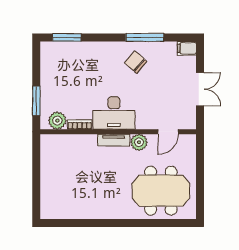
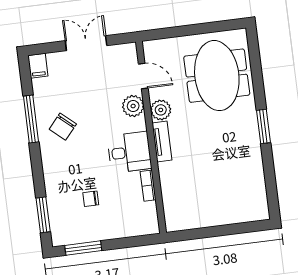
chair: (75, 77) -> (91, 199), added
window: (36, 101) -> (83, 248), moved
desk: (114, 113) -> (129, 152), width x0.73
plant: (57, 121) -> (133, 106), moved
window: (115, 223) -> (263, 126), added

